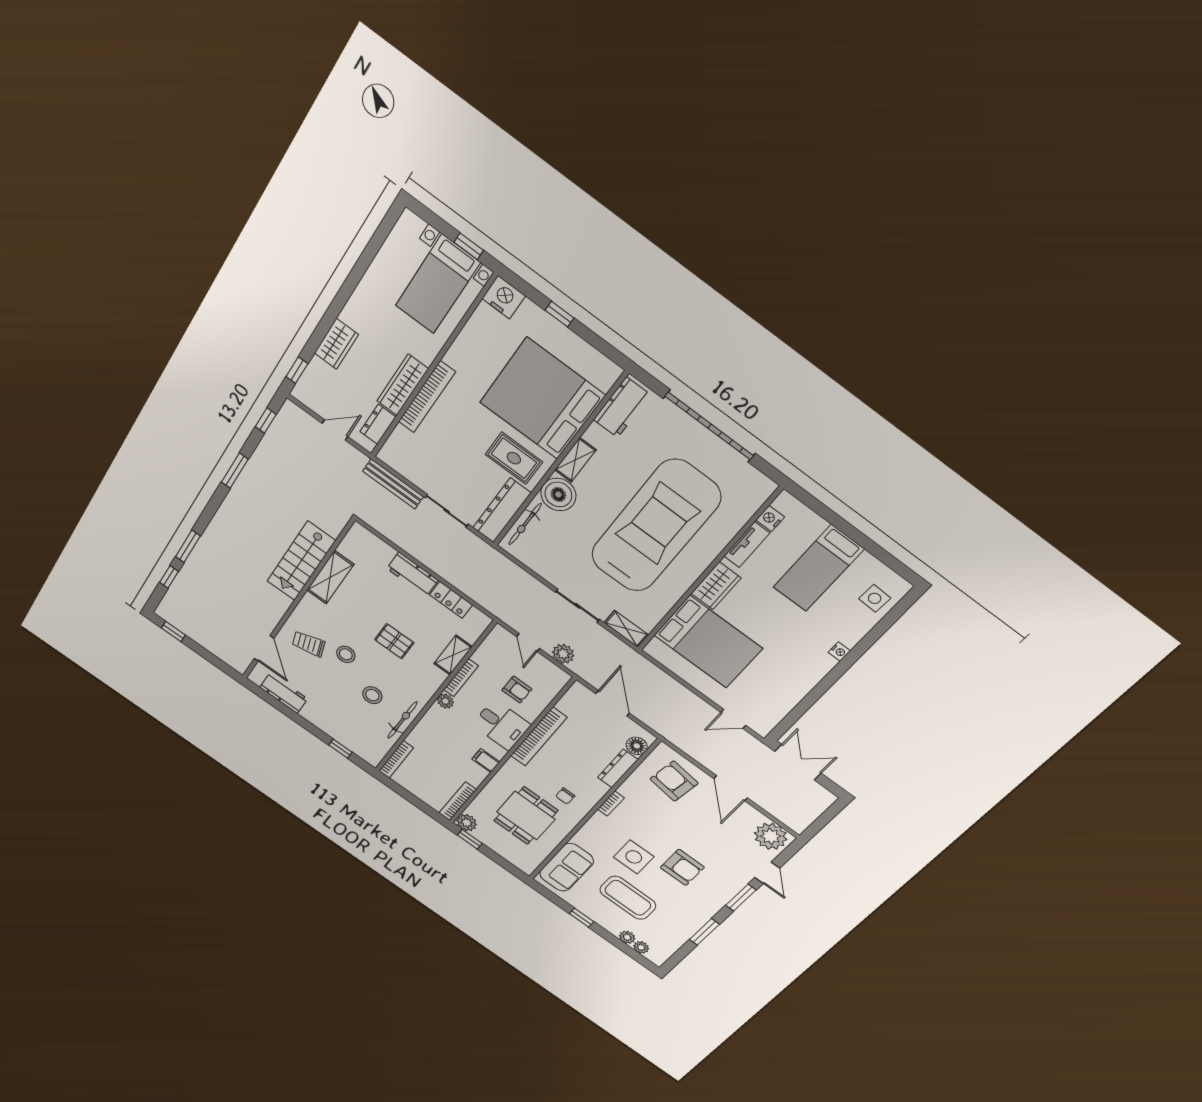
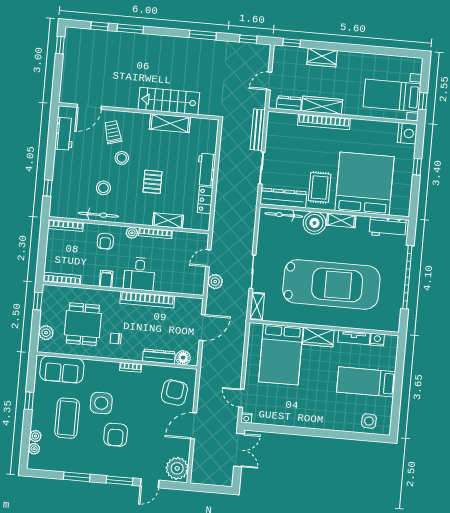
door: (335, 430) -> (269, 81), swing flipped
nightstand: (839, 651) -> (246, 418), moved
armchair: (517, 690) -> (105, 241), moved
dining table: (526, 816) -> (83, 324), turned 90
plant: (467, 823) -> (46, 333), moved

